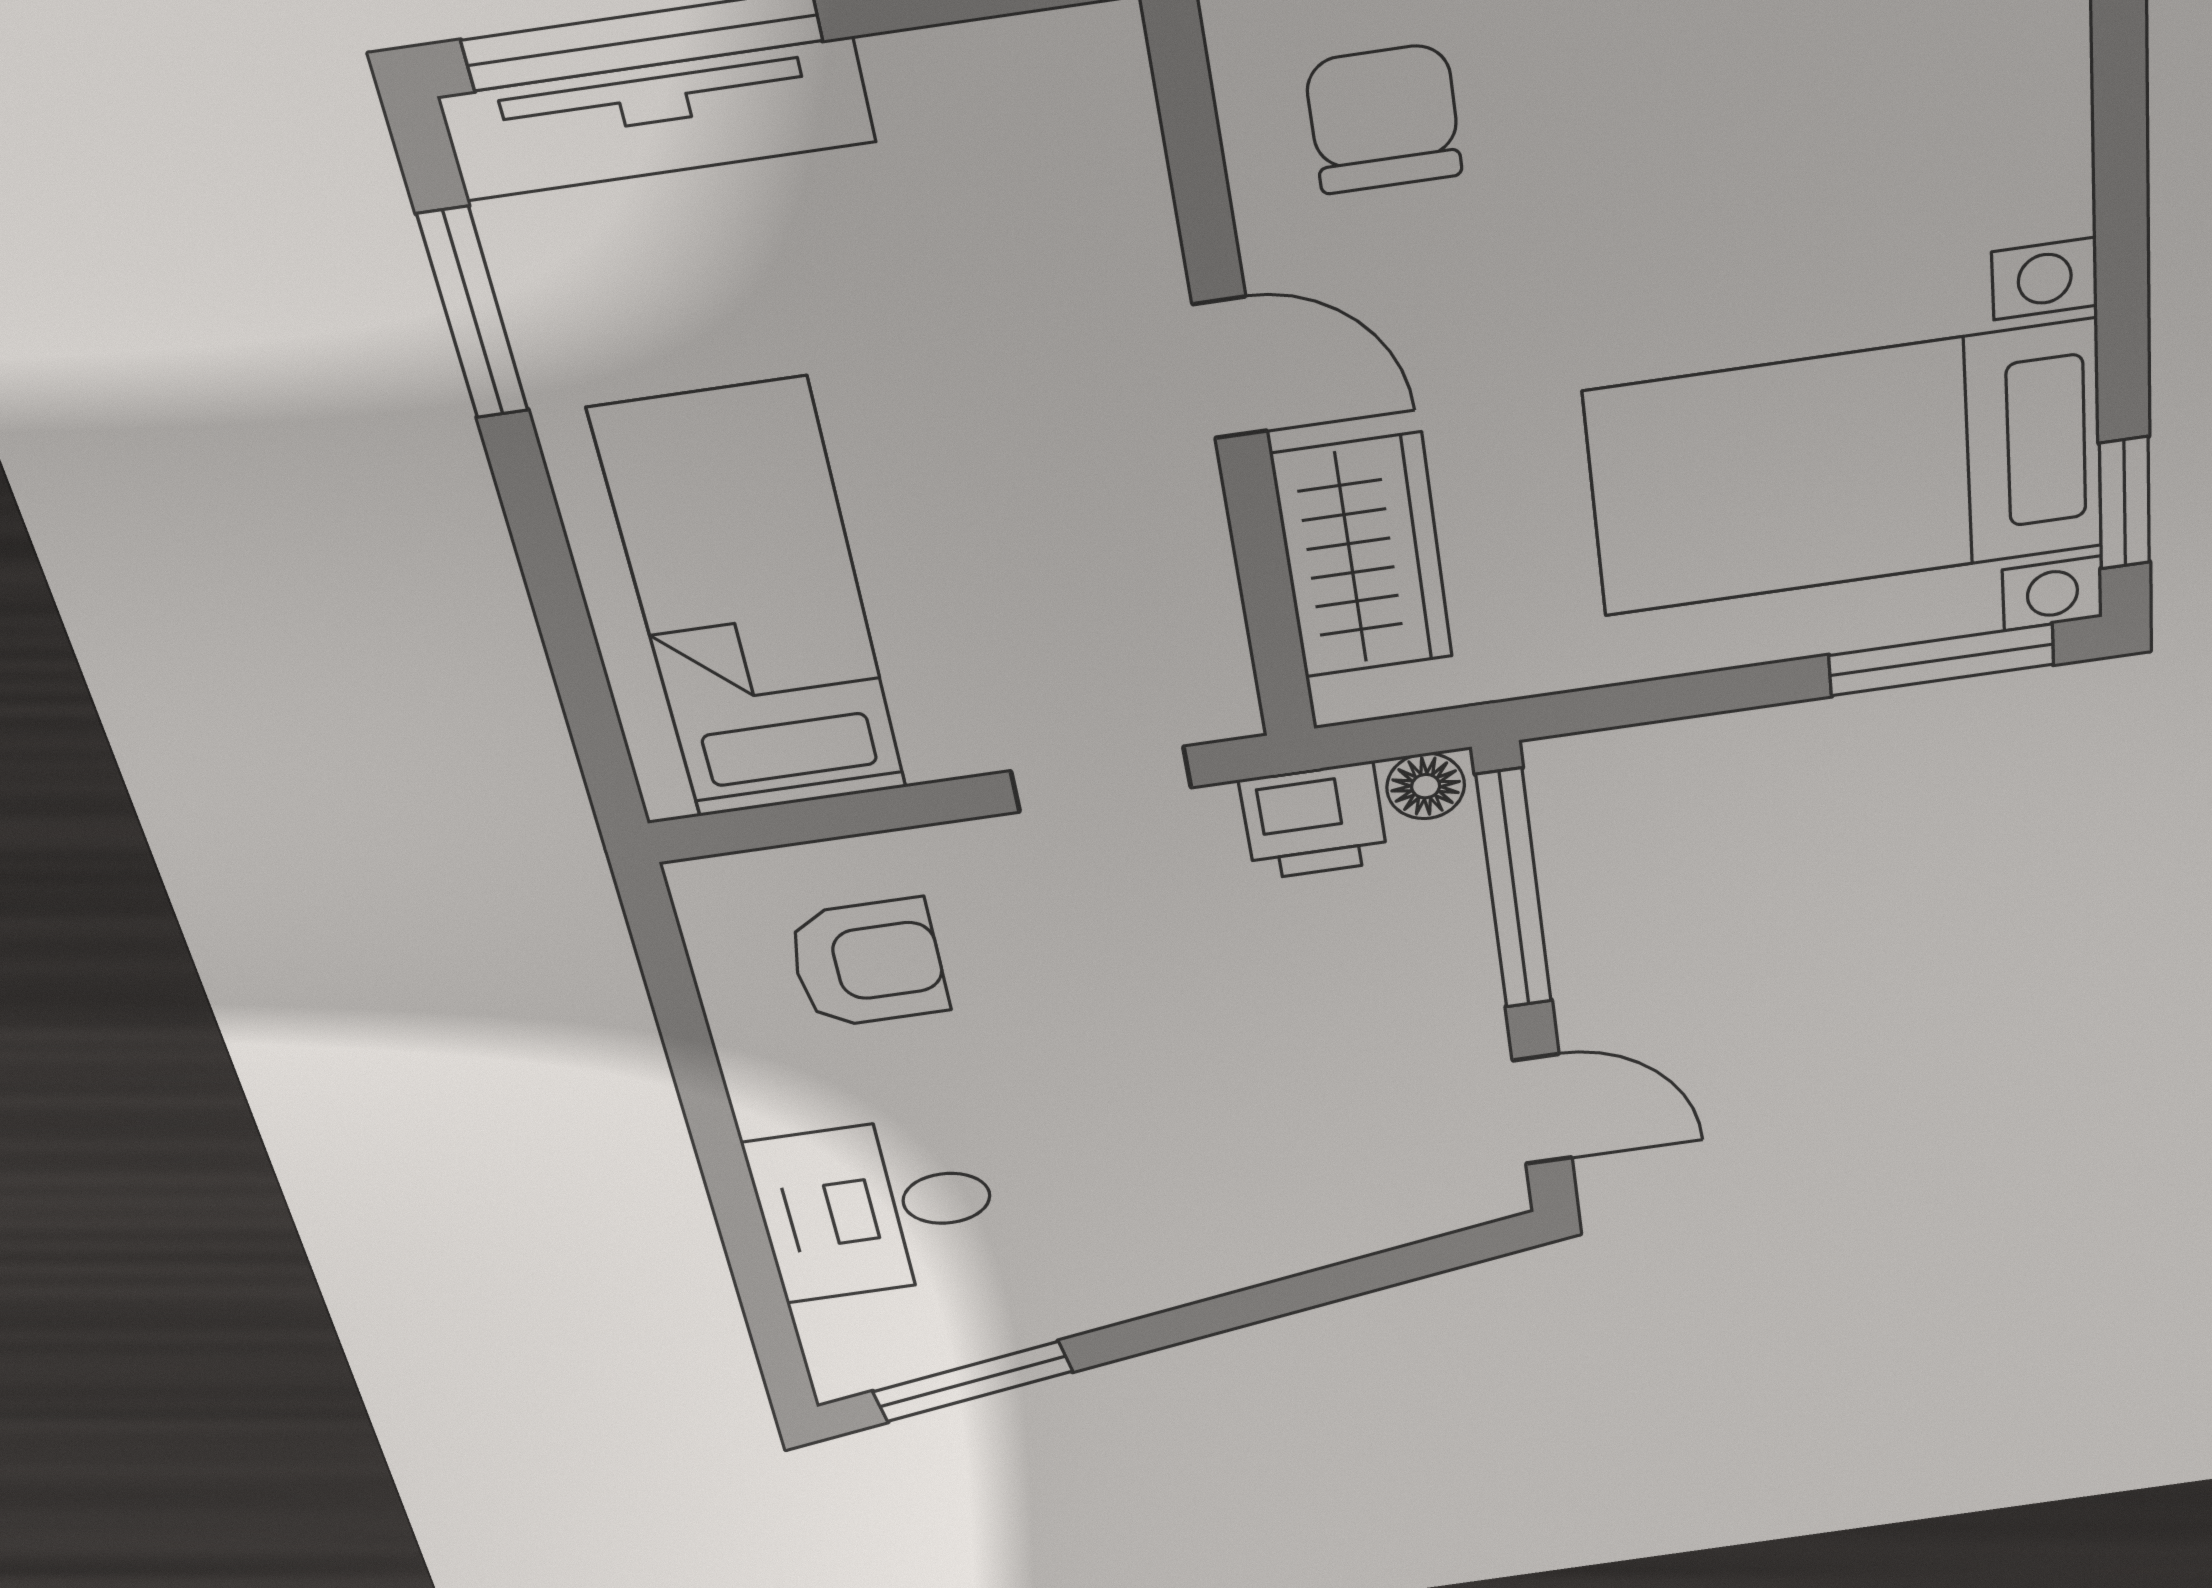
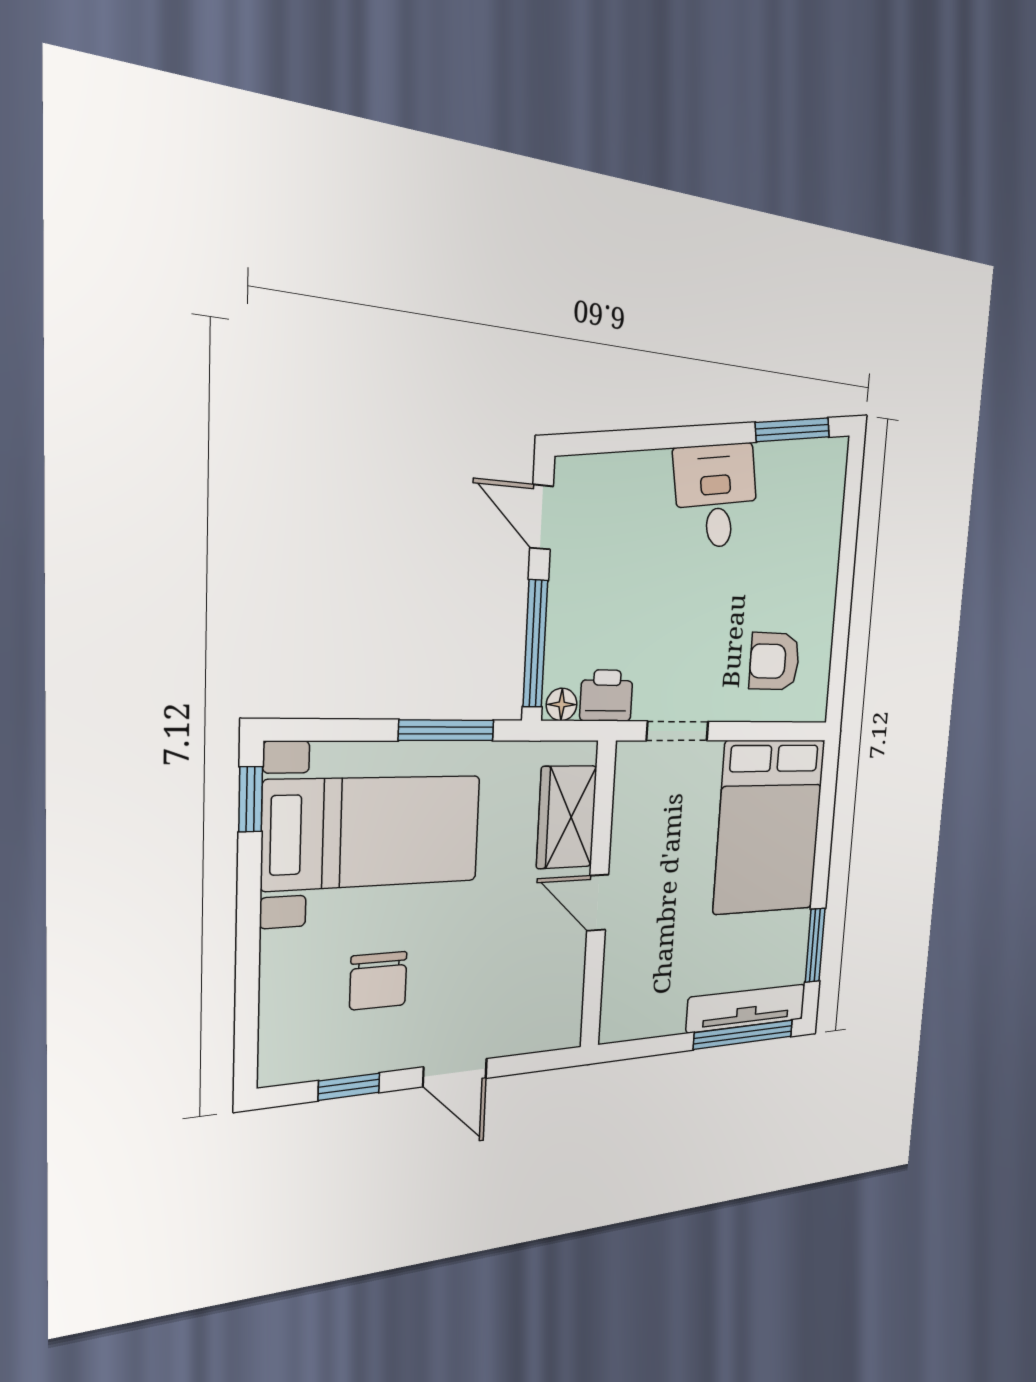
chair: (1384, 119) -> (378, 981), moved
bed: (752, 604) -> (769, 826), width x1.50
window: (1941, 660) -> (447, 730), moved
desk: (877, 1208) -> (716, 496), moved, turned -99

